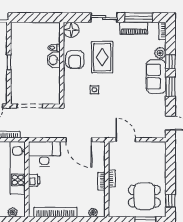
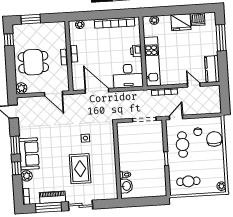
floor lamp: (71, 30) -> (110, 192), removed
armchair: (75, 59) -> (105, 165), removed
washbasin: (54, 60) -> (126, 186), moved
plant: (160, 148) -> (21, 88), added
dining table: (144, 196) -> (33, 62), moved

